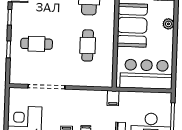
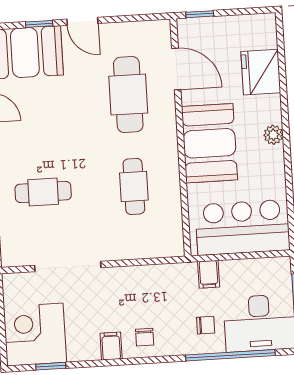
filing cabinet: (113, 98) -> (209, 274), moved

